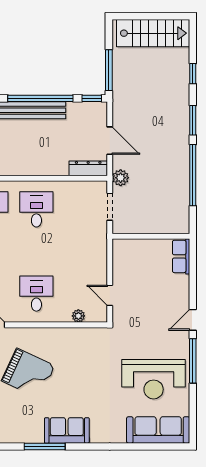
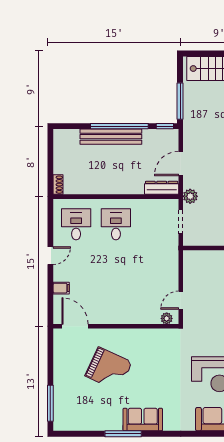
door: (110, 141) -> (181, 163), swing flipped
desk: (36, 294) -> (116, 299), removed
door: (110, 295) -> (181, 300), hinge flipped
plant: (78, 316) -> (167, 318), moved

